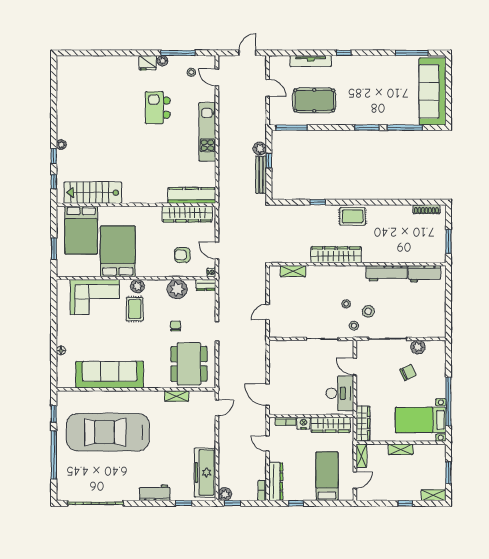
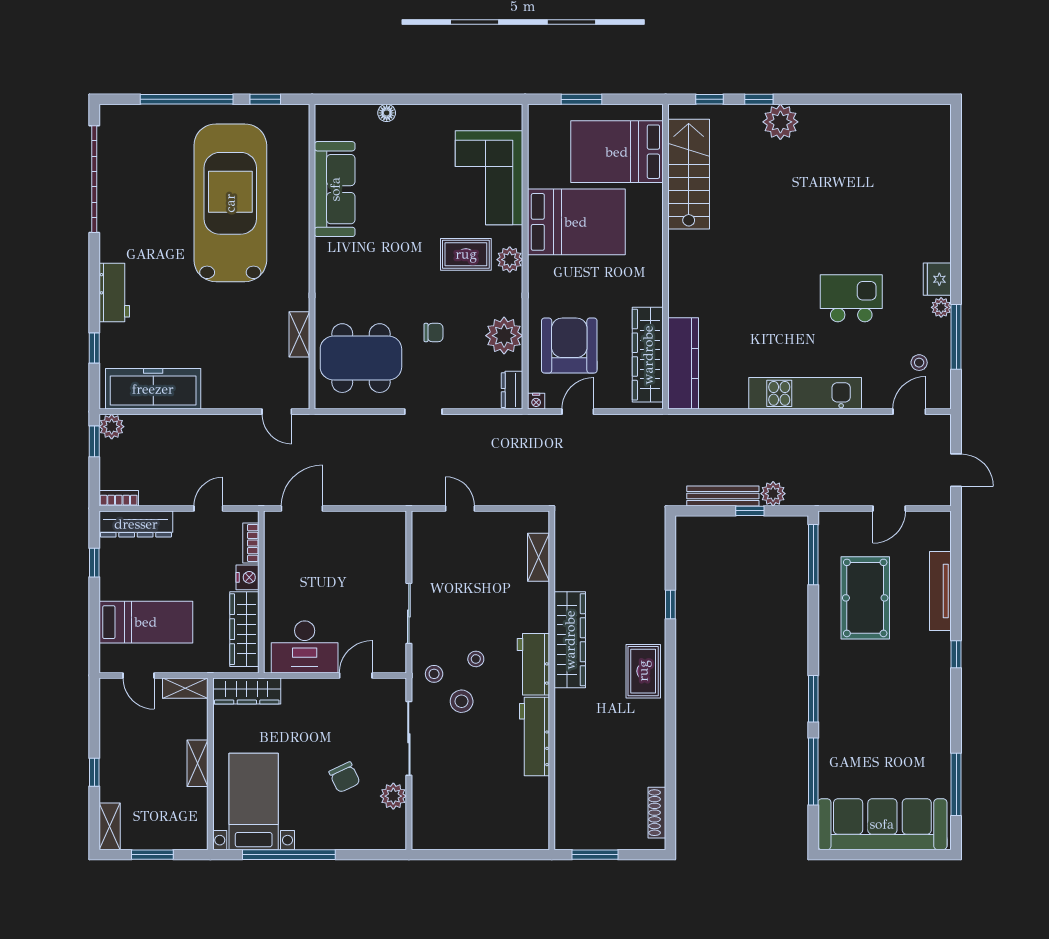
plant: (61, 145) -> (780, 122), width x1.87, depth x1.87
armchair: (182, 255) -> (569, 346), width x1.88, depth x1.88
workbench: (424, 274) -> (533, 664), moved
sofa: (110, 375) -> (335, 189), width x0.74, depth x0.79

